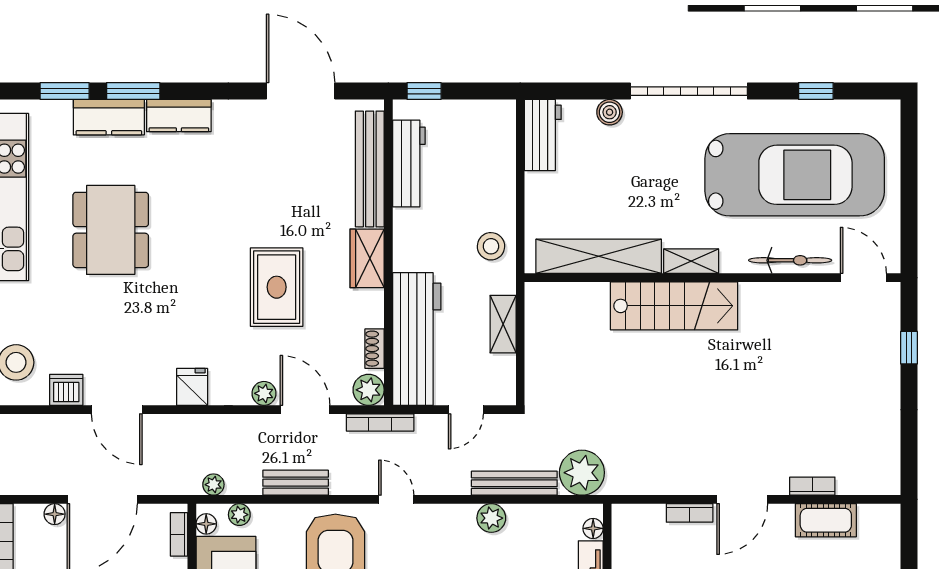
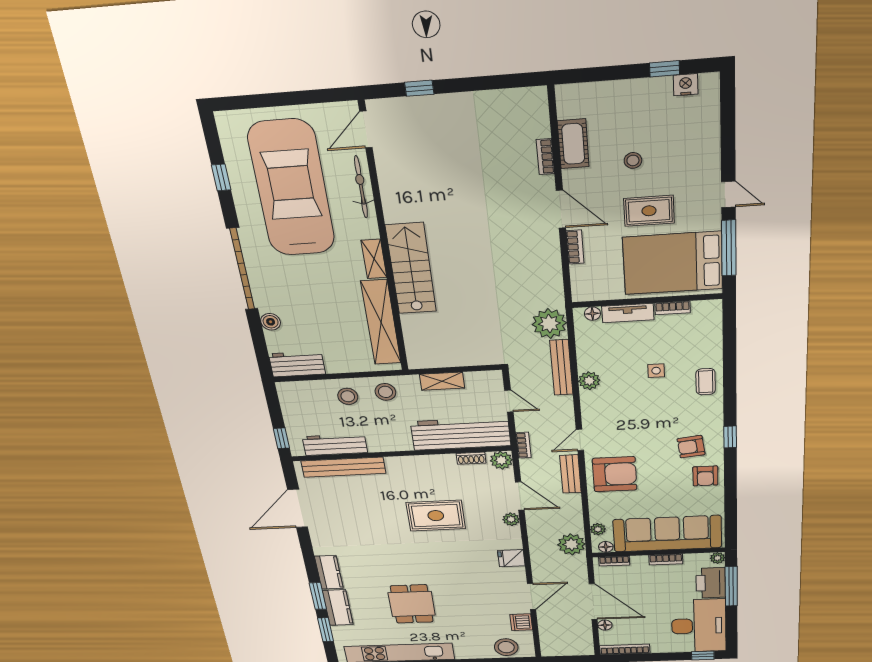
stool: (487, 194) -> (348, 396), added
dining table: (111, 230) -> (412, 604), width x0.73
wardrobe: (367, 258) -> (407, 466), removed
door: (305, 410) -> (520, 496), swing flipped
bookcase: (380, 422) -> (523, 445), width x0.64
bench: (296, 483) -> (570, 474), moved
plant: (213, 485) -> (571, 544), width x1.88, depth x1.88

